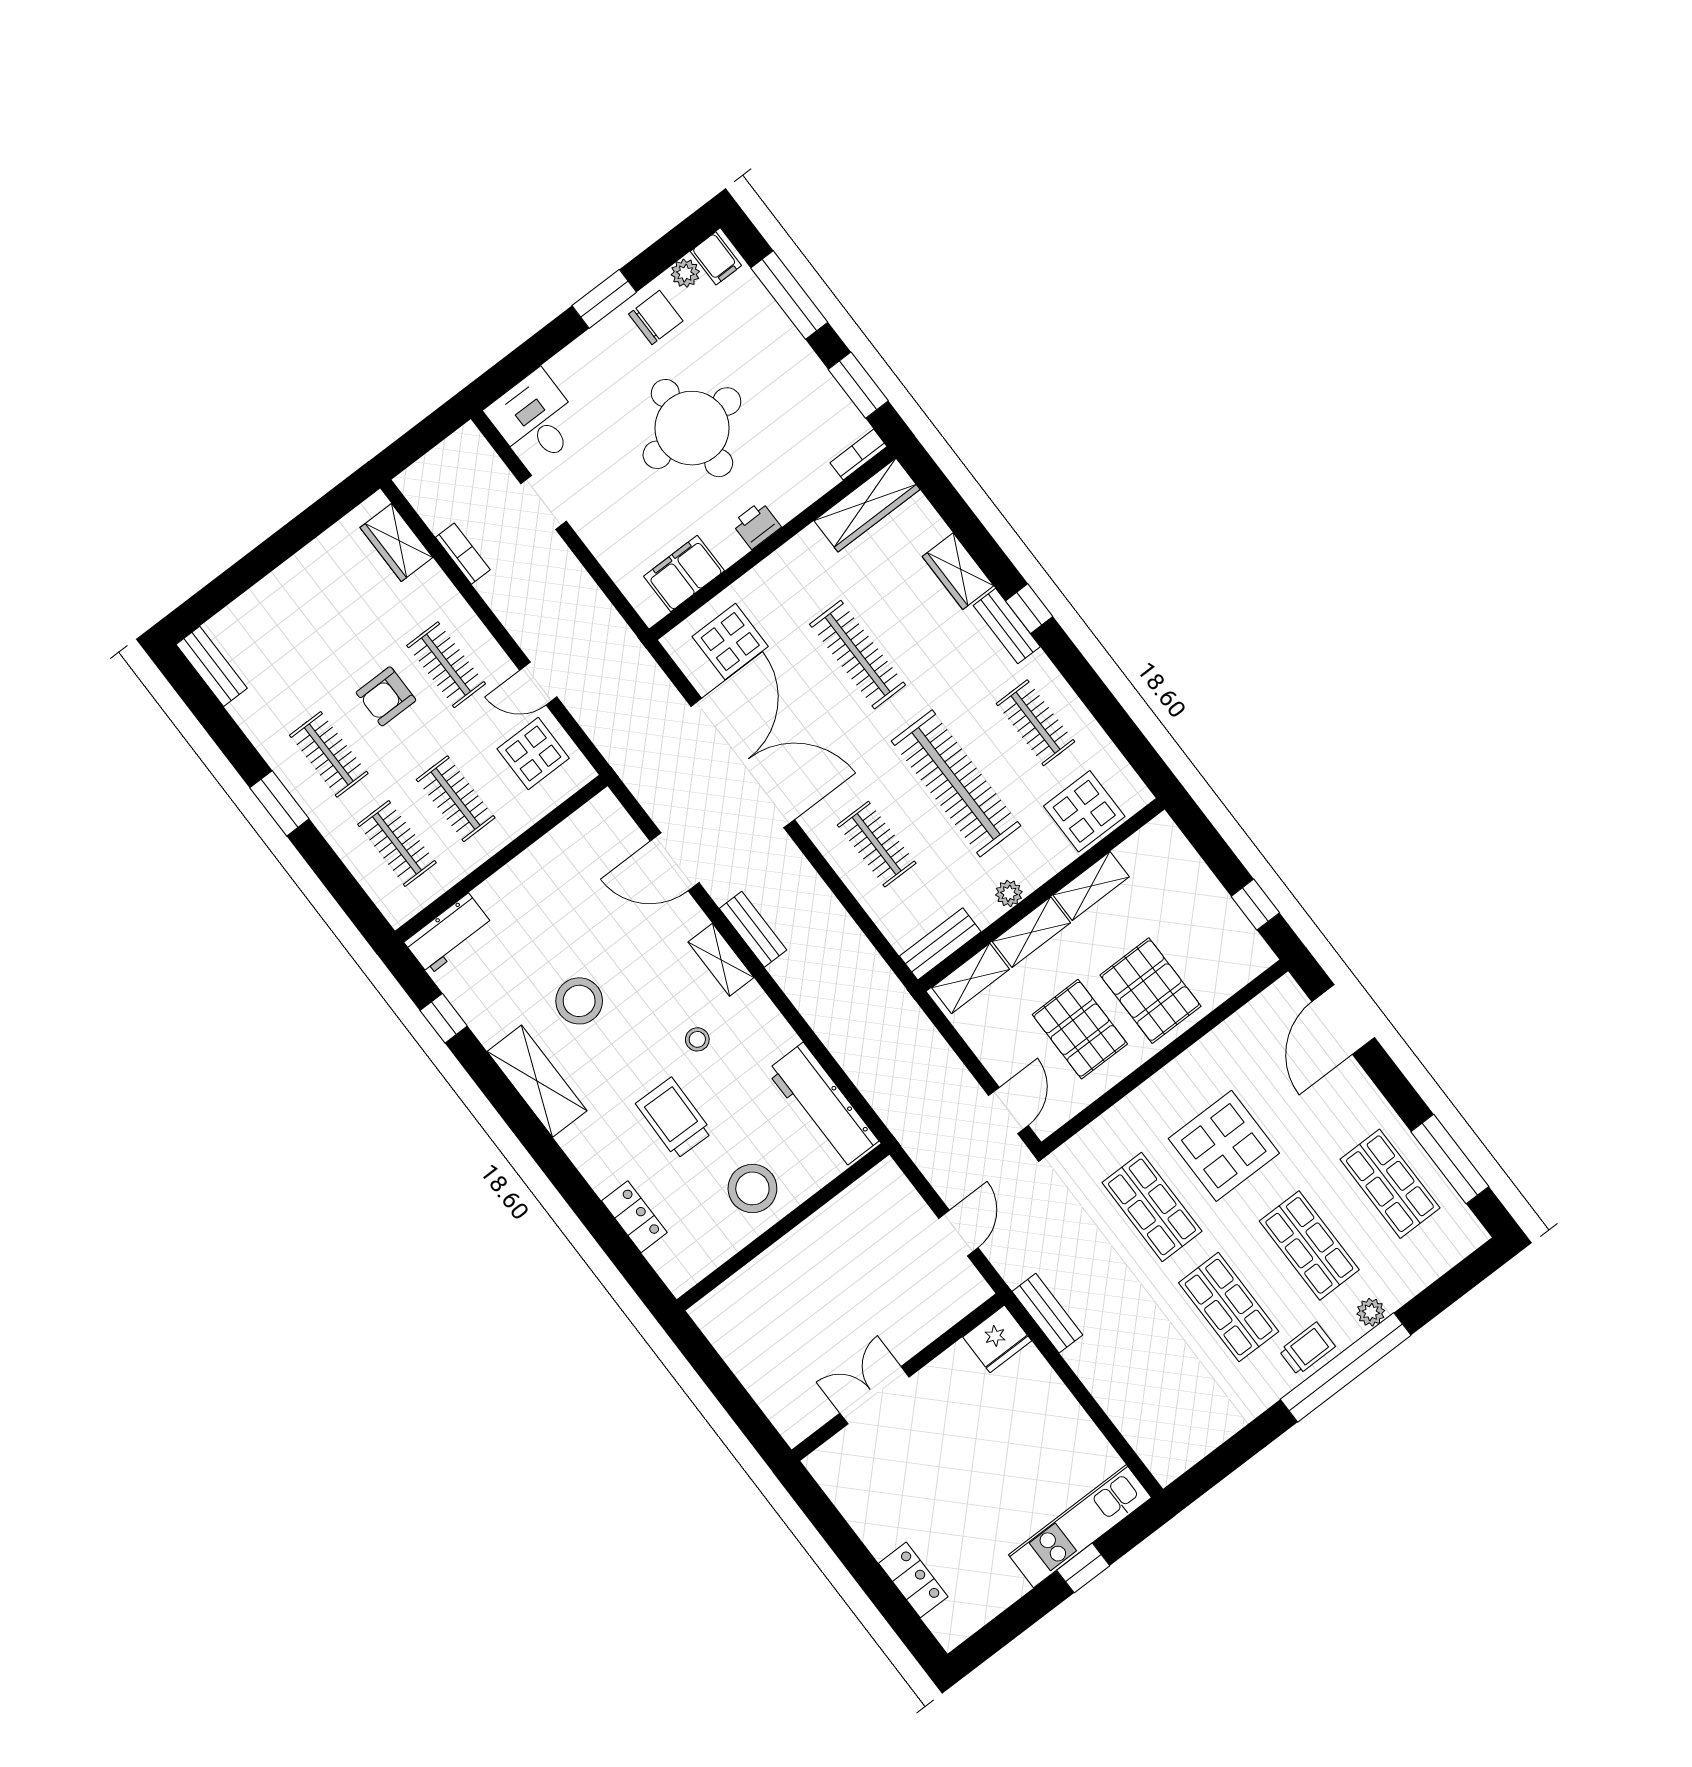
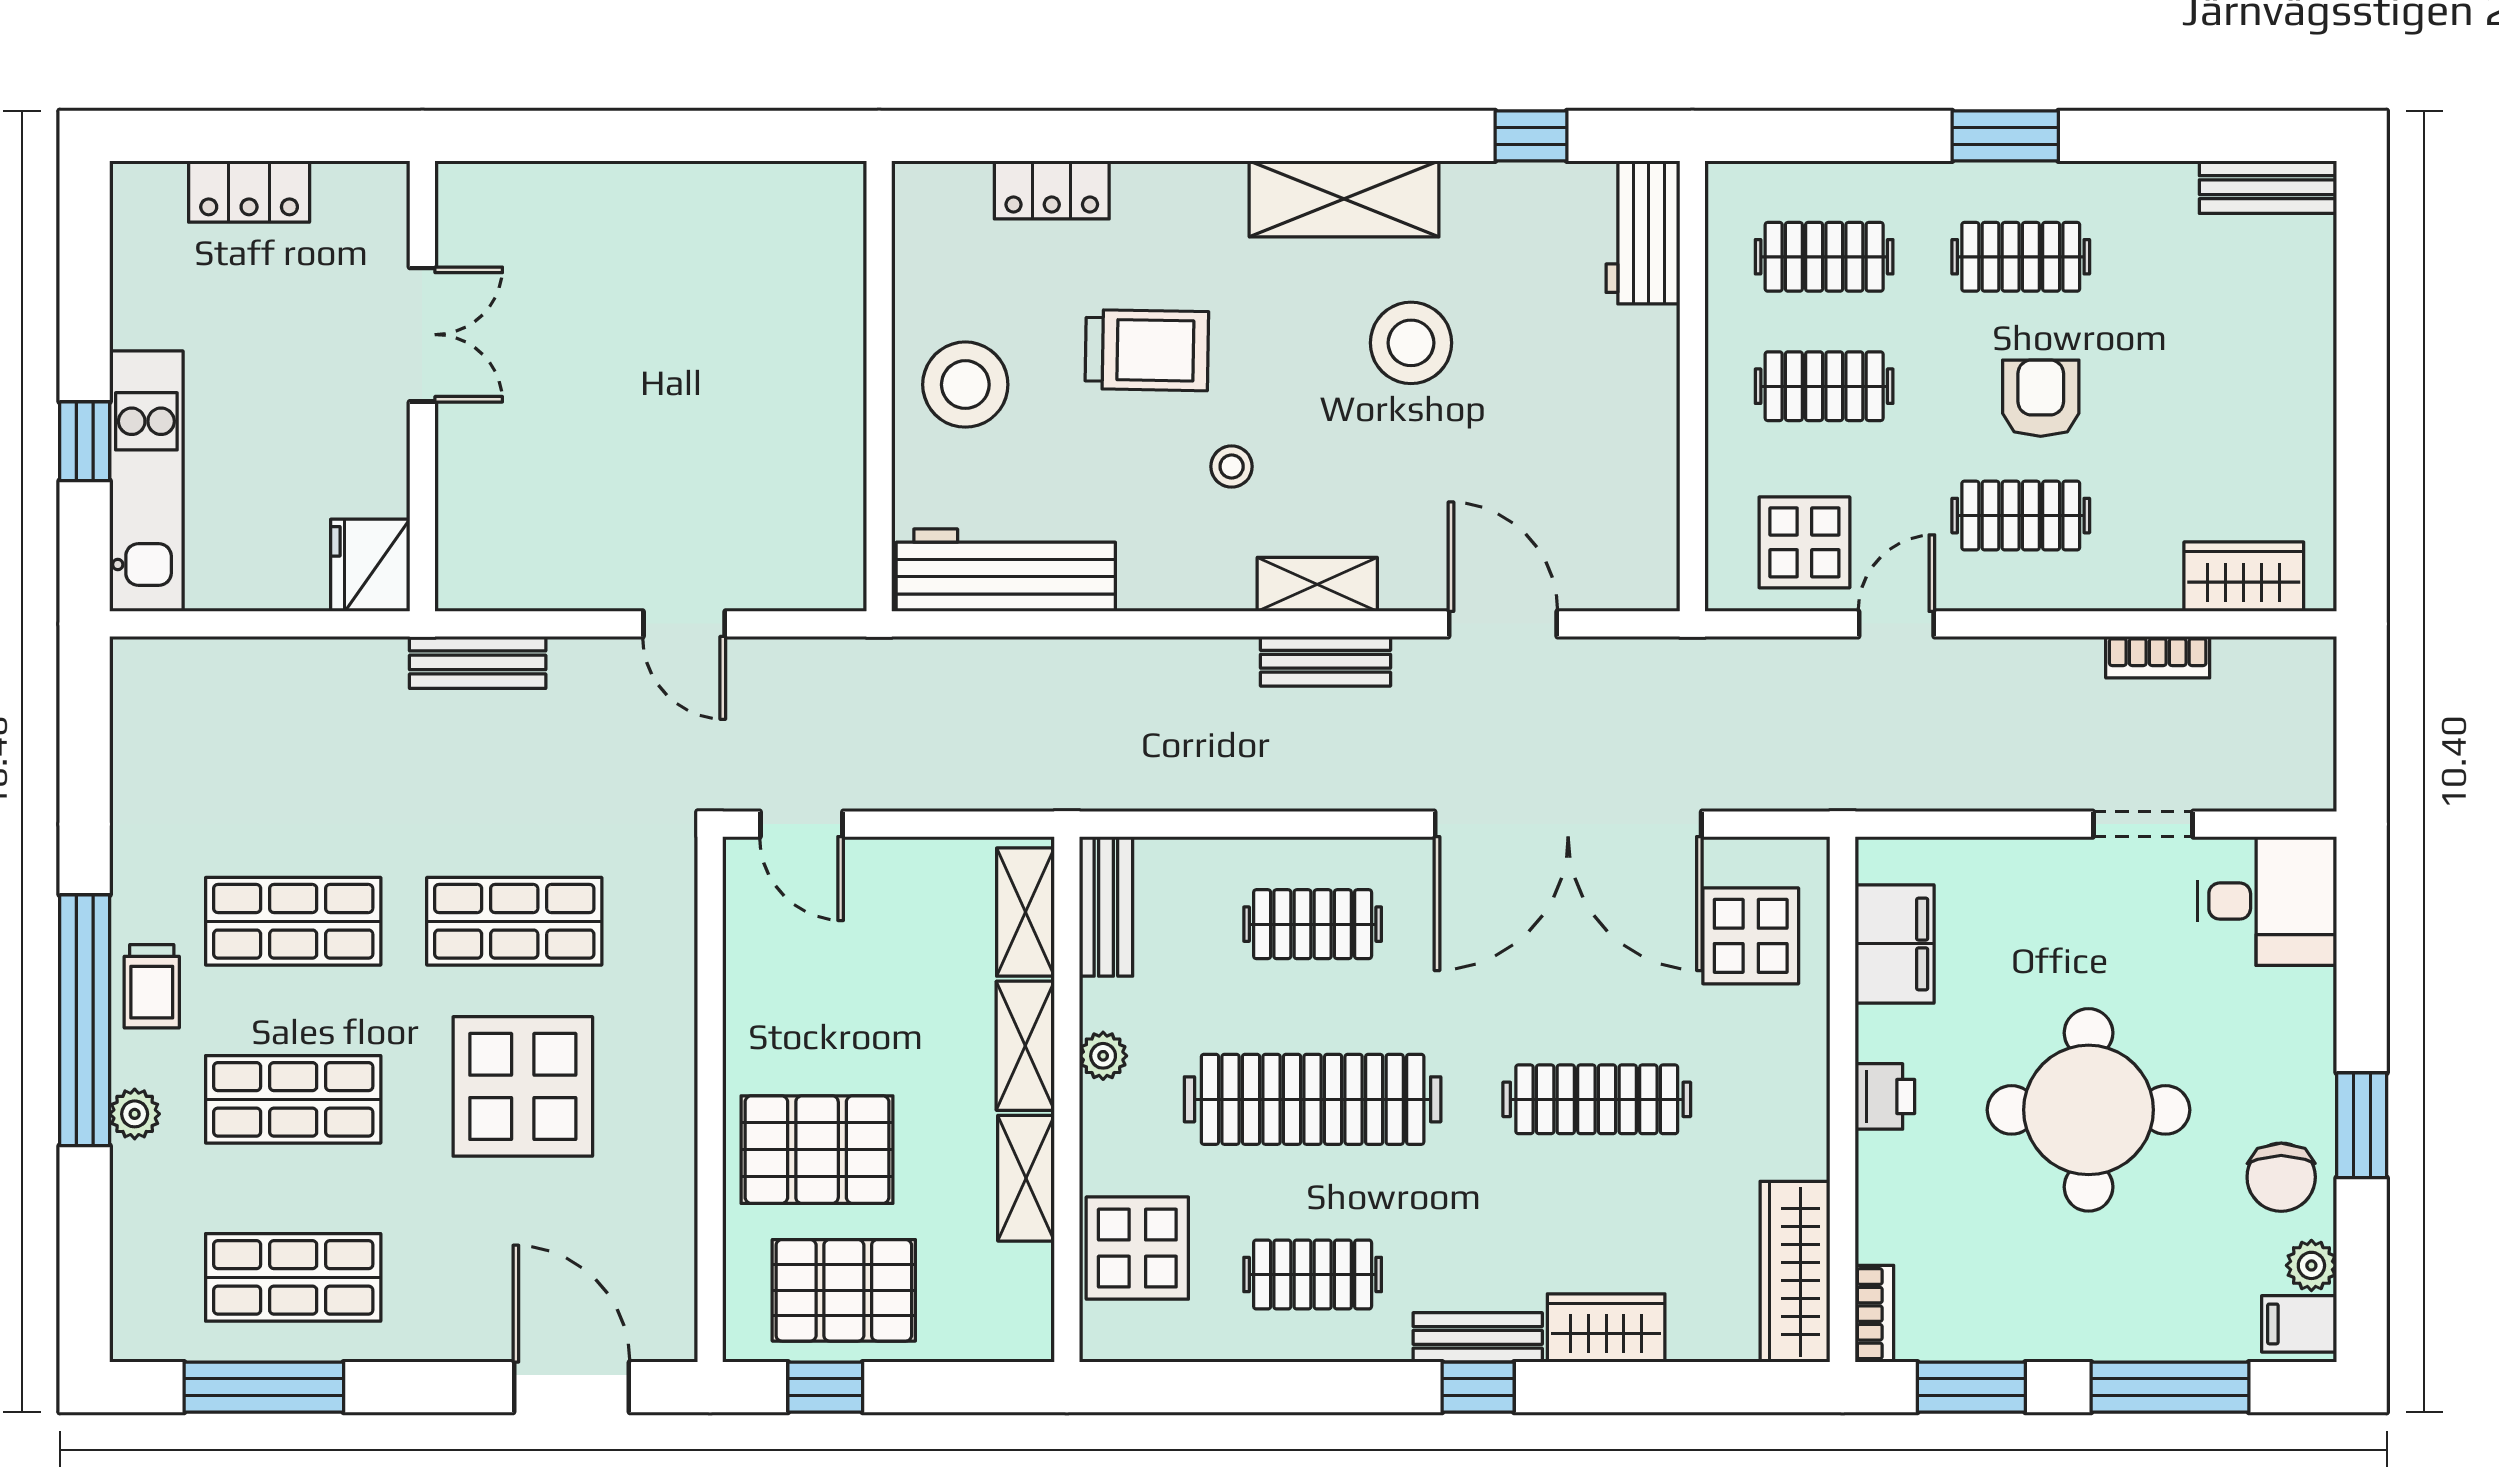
door: (675, 862) -> (1503, 624), hinge flipped
pallet: (1080, 1029) -> (844, 1290), moved
fridge: (997, 1339) -> (370, 565), moved
wall: (898, 1377) -> (422, 386), moved
double door: (875, 1395) -> (422, 335), moved

